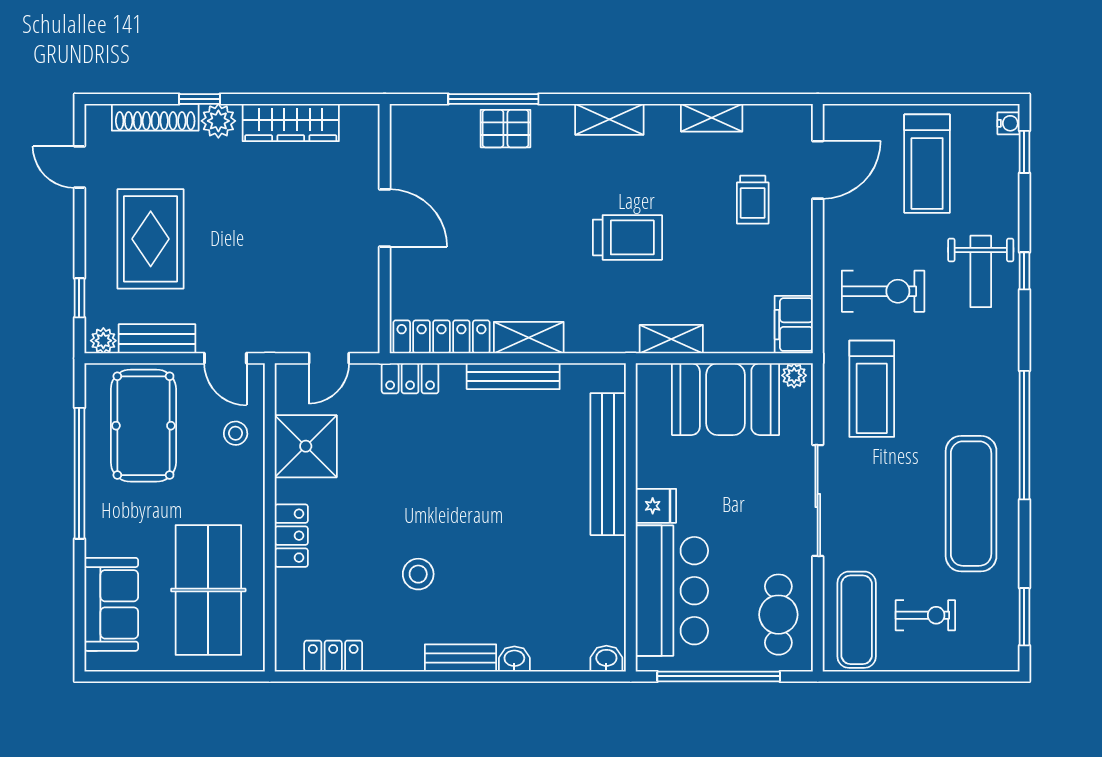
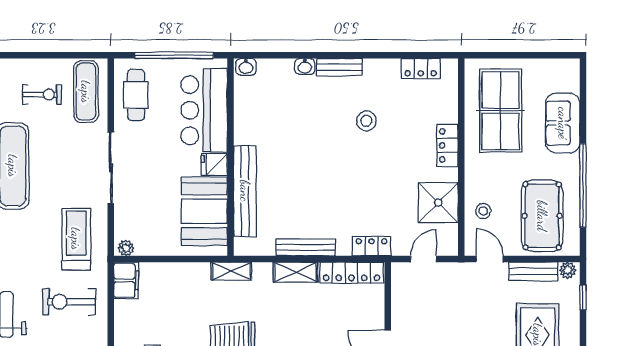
shelving: (671, 339) -> (231, 271), moved
booth: (726, 399) -> (204, 211), moved, turned 90
sofa: (111, 604) -> (563, 123), moved
exercise bike: (925, 615) -> (42, 95), turned 180

